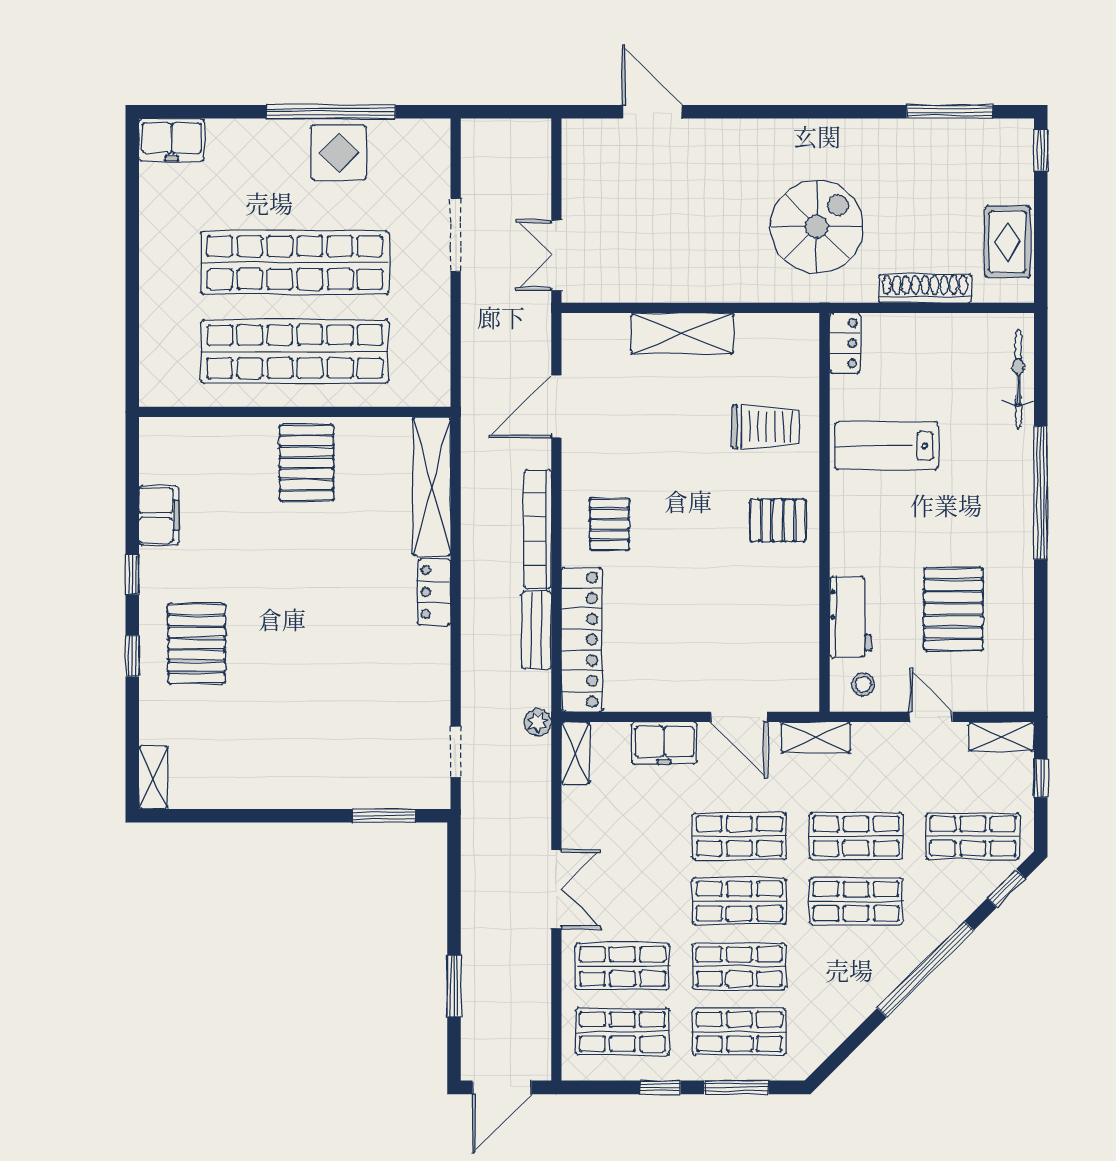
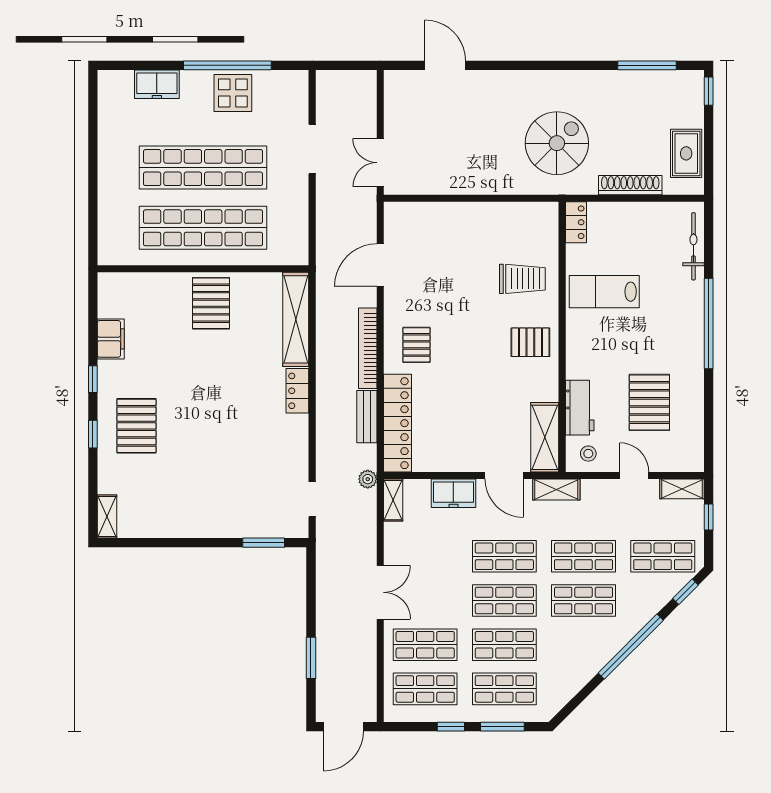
freezer: (172, 140) -> (157, 84), moved
shelving: (682, 333) -> (545, 437), moved, turned 90

